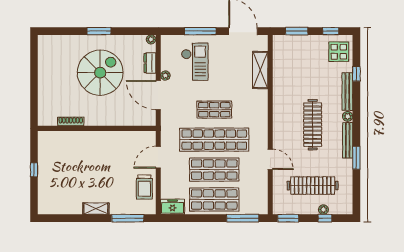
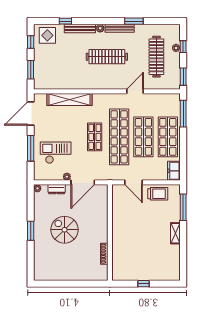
shelving: (260, 70) -> (70, 99), width x1.47
spiral stairs: (100, 73) -> (65, 230), width x0.73, depth x0.73

